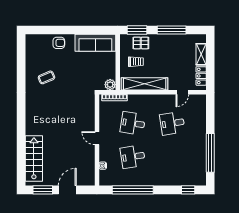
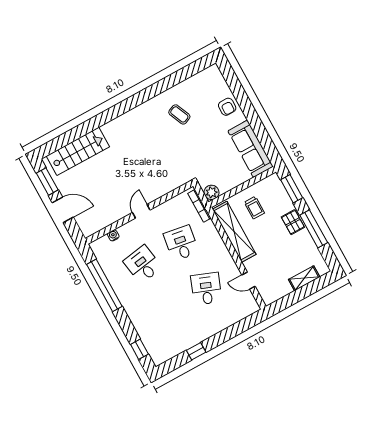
pallet: (141, 43) -> (293, 222), moved
locker: (201, 76) -> (279, 292), removed
desk: (172, 123) -> (206, 289), turned 30
window: (210, 153) -> (196, 351), width x0.32

